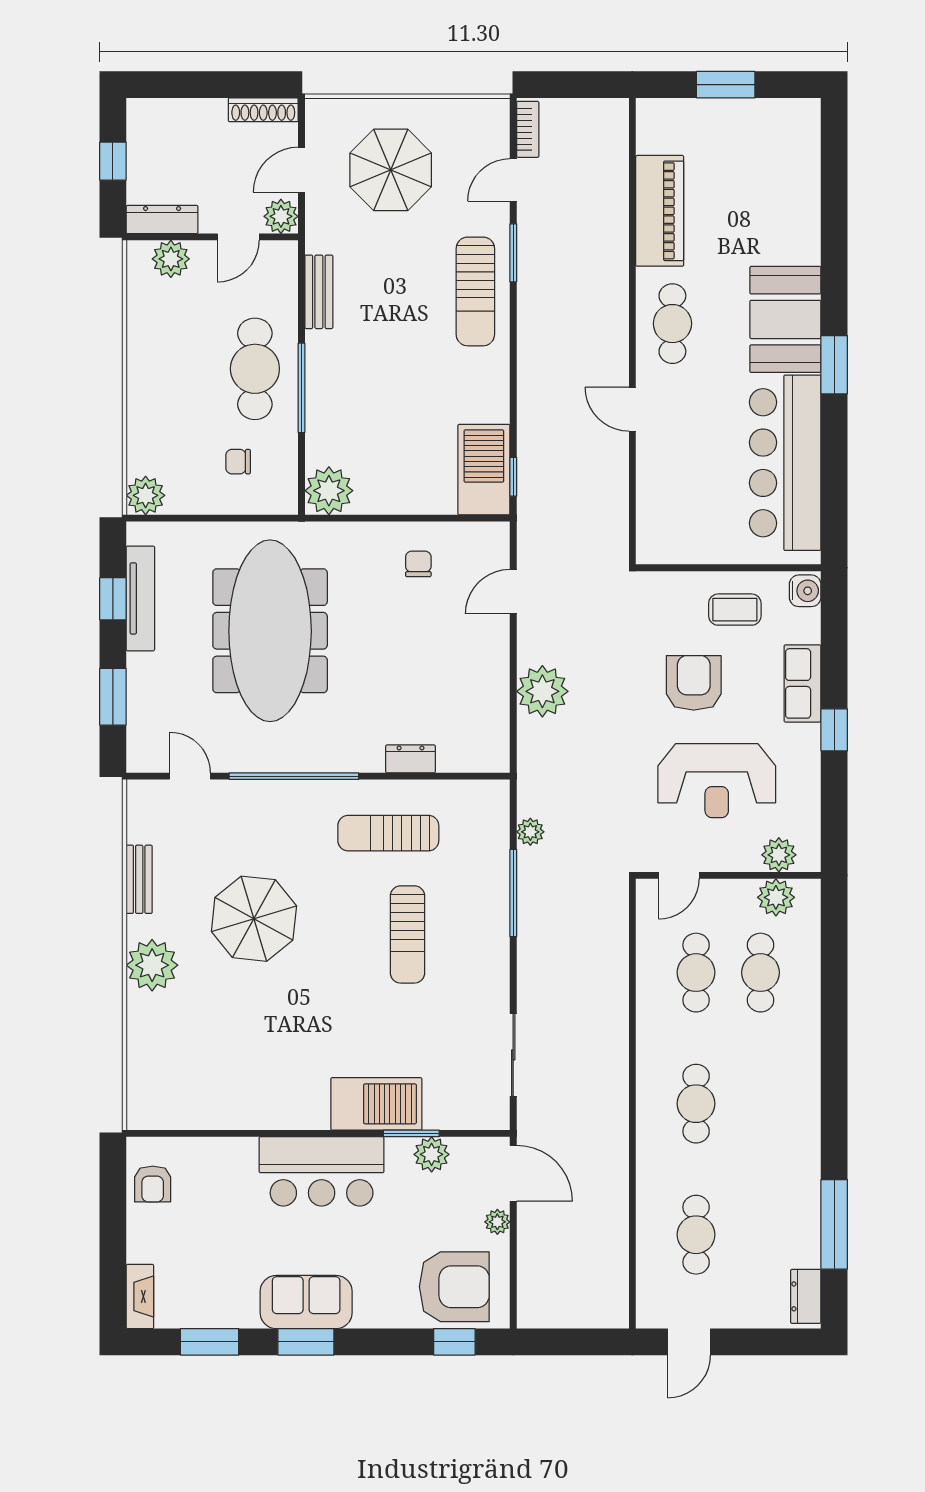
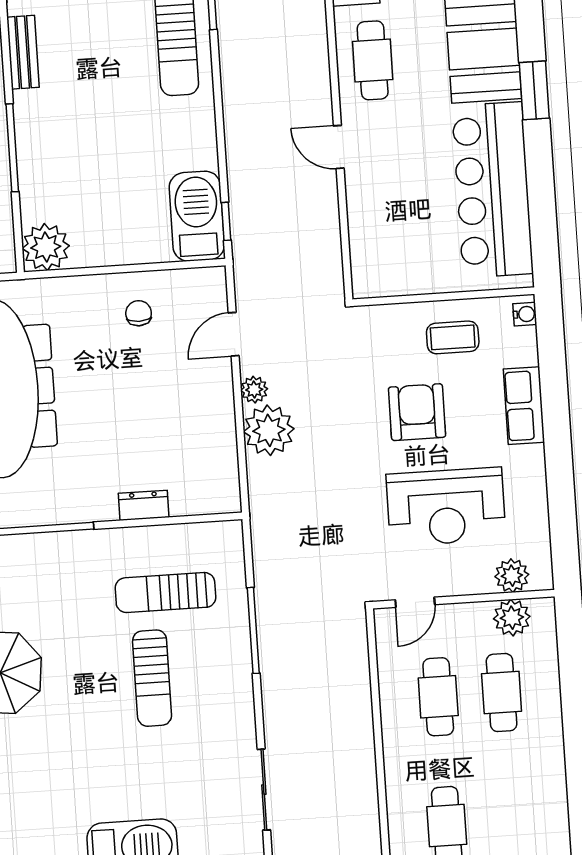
water cooler: (805, 591) -> (525, 314), width x0.72, depth x0.72
window: (834, 730) -> (558, 449), removed
plant: (530, 832) -> (254, 390), moved
sun lounger: (388, 833) -> (165, 593), moved

